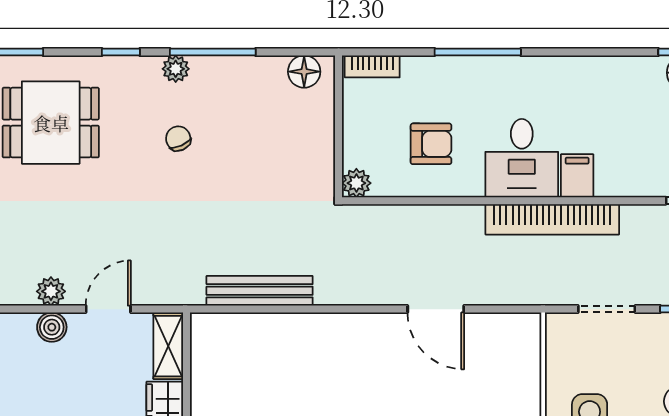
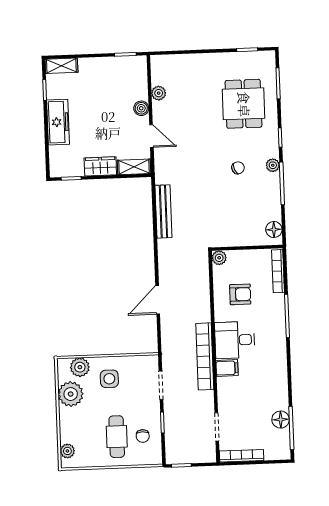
bookcase: (372, 66) -> (278, 271), width x1.56
armchair: (431, 144) -> (240, 294), turned -90
plant: (51, 291) -> (159, 93), moved

